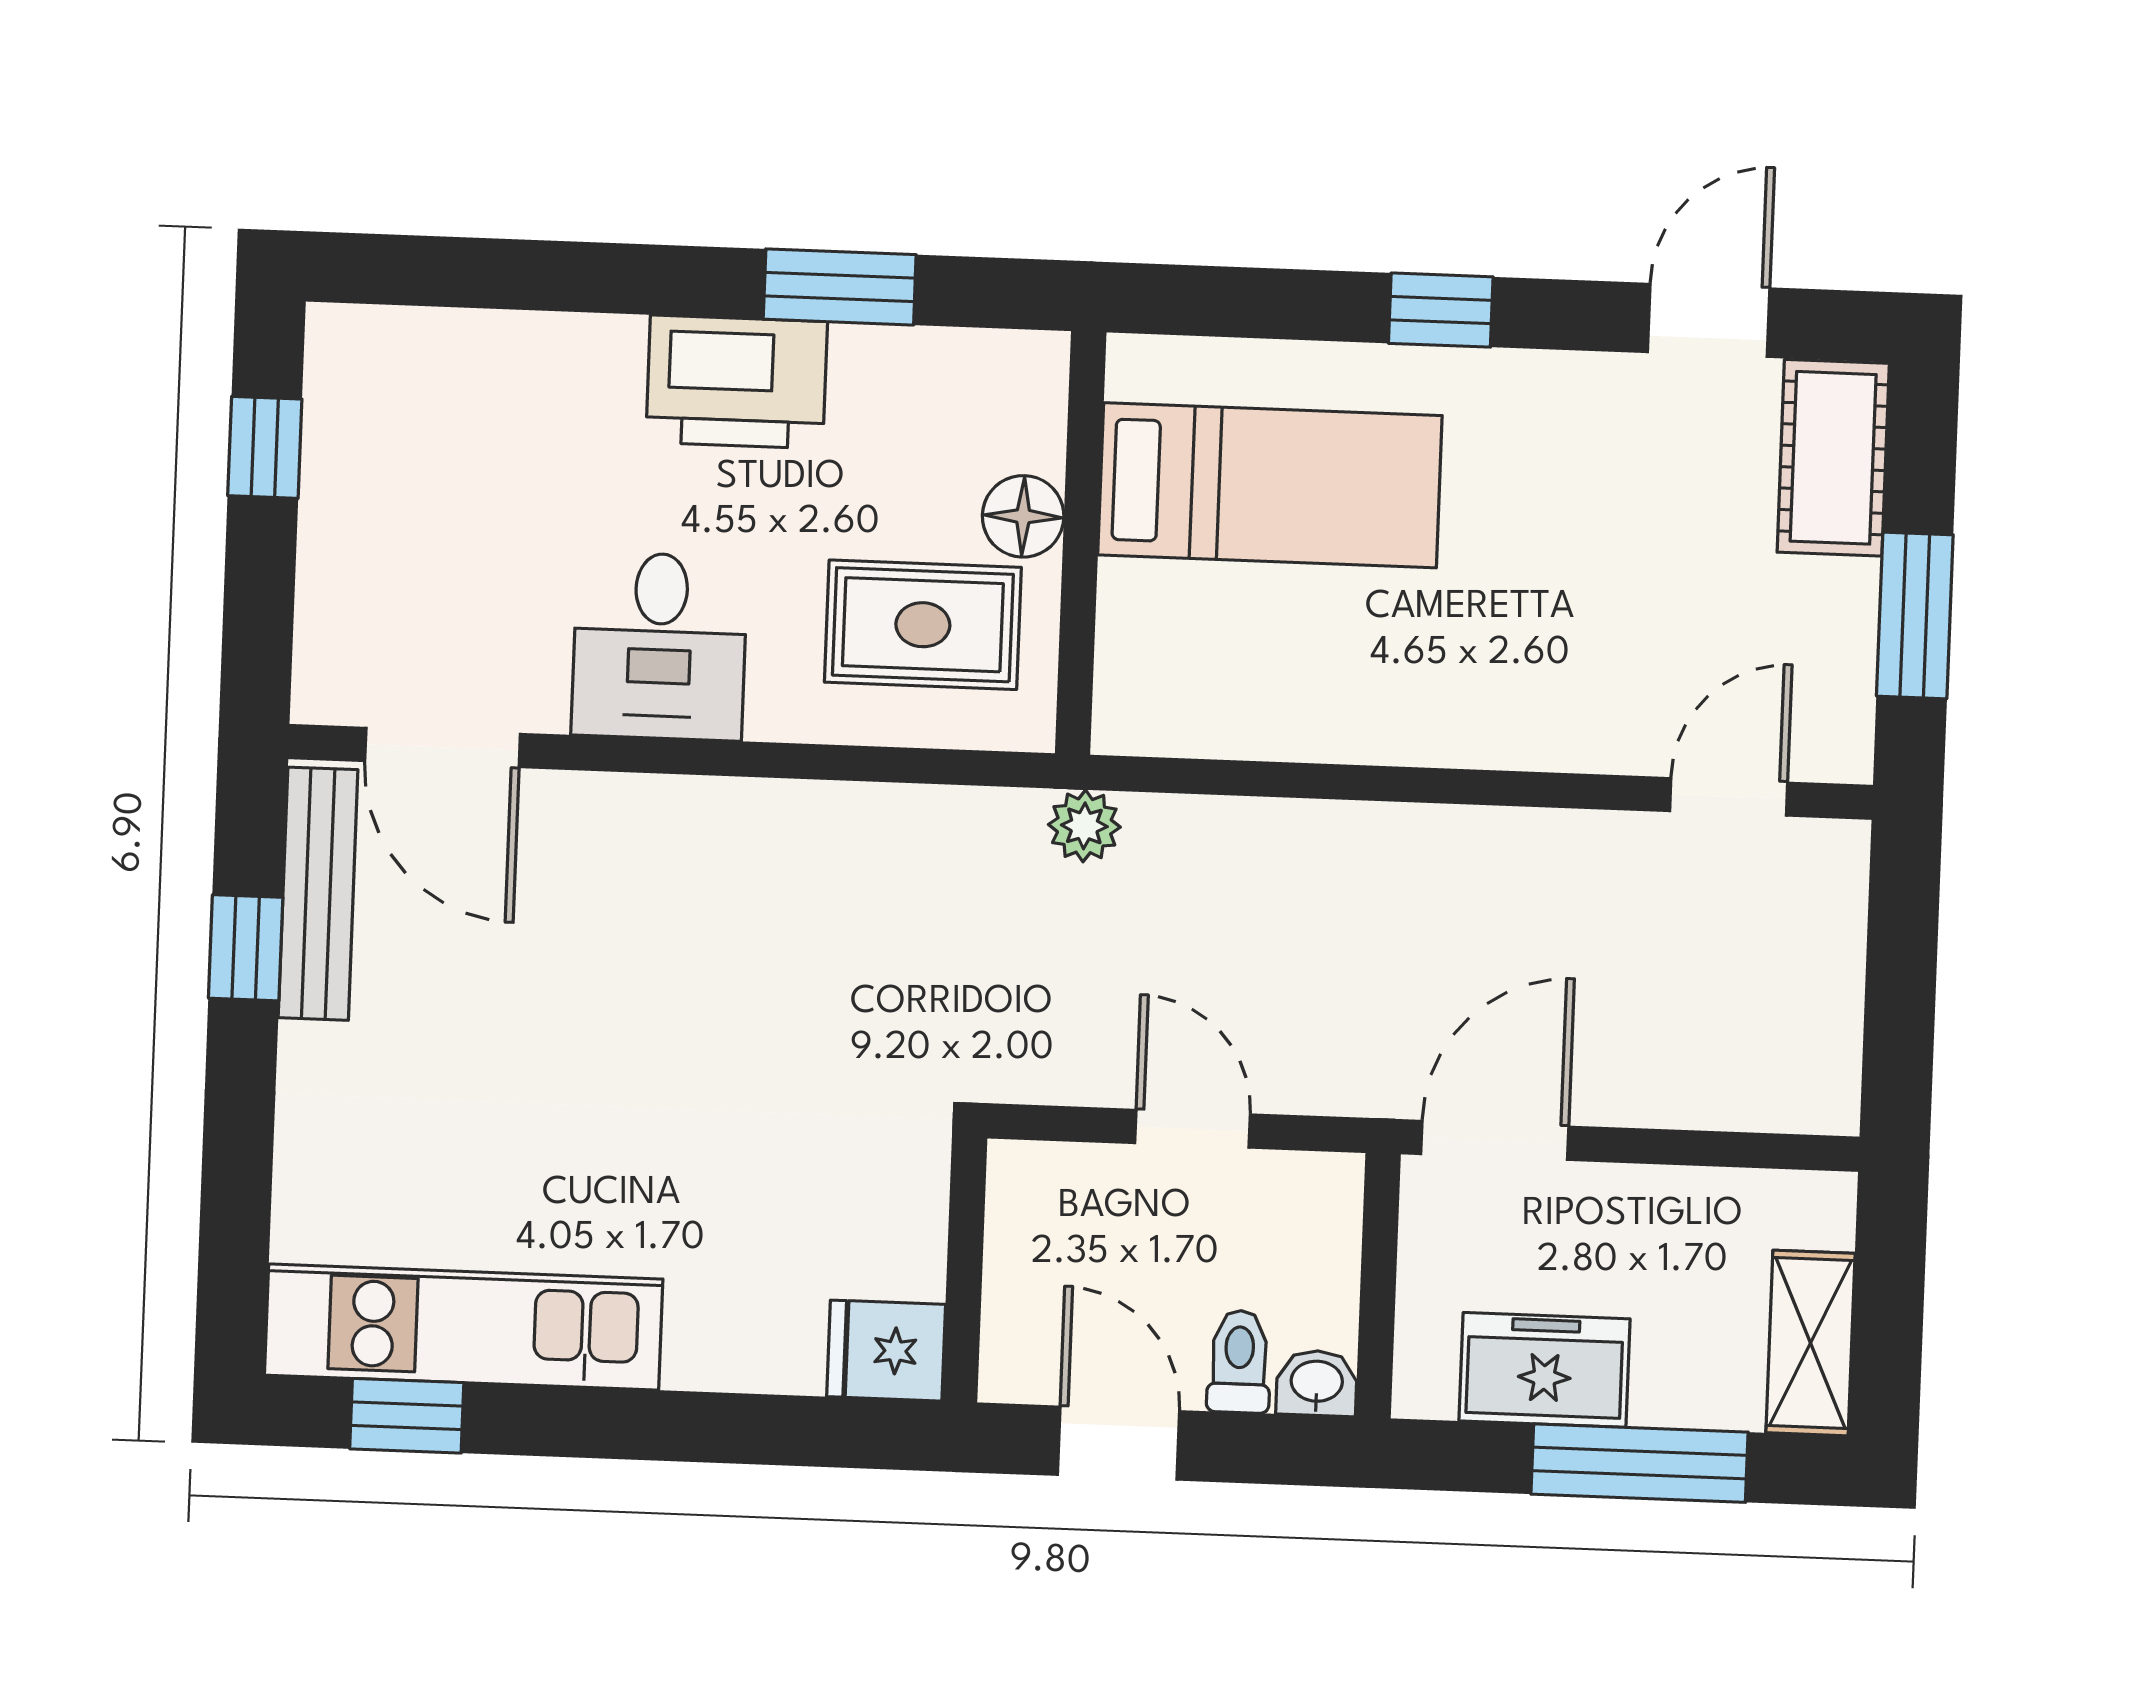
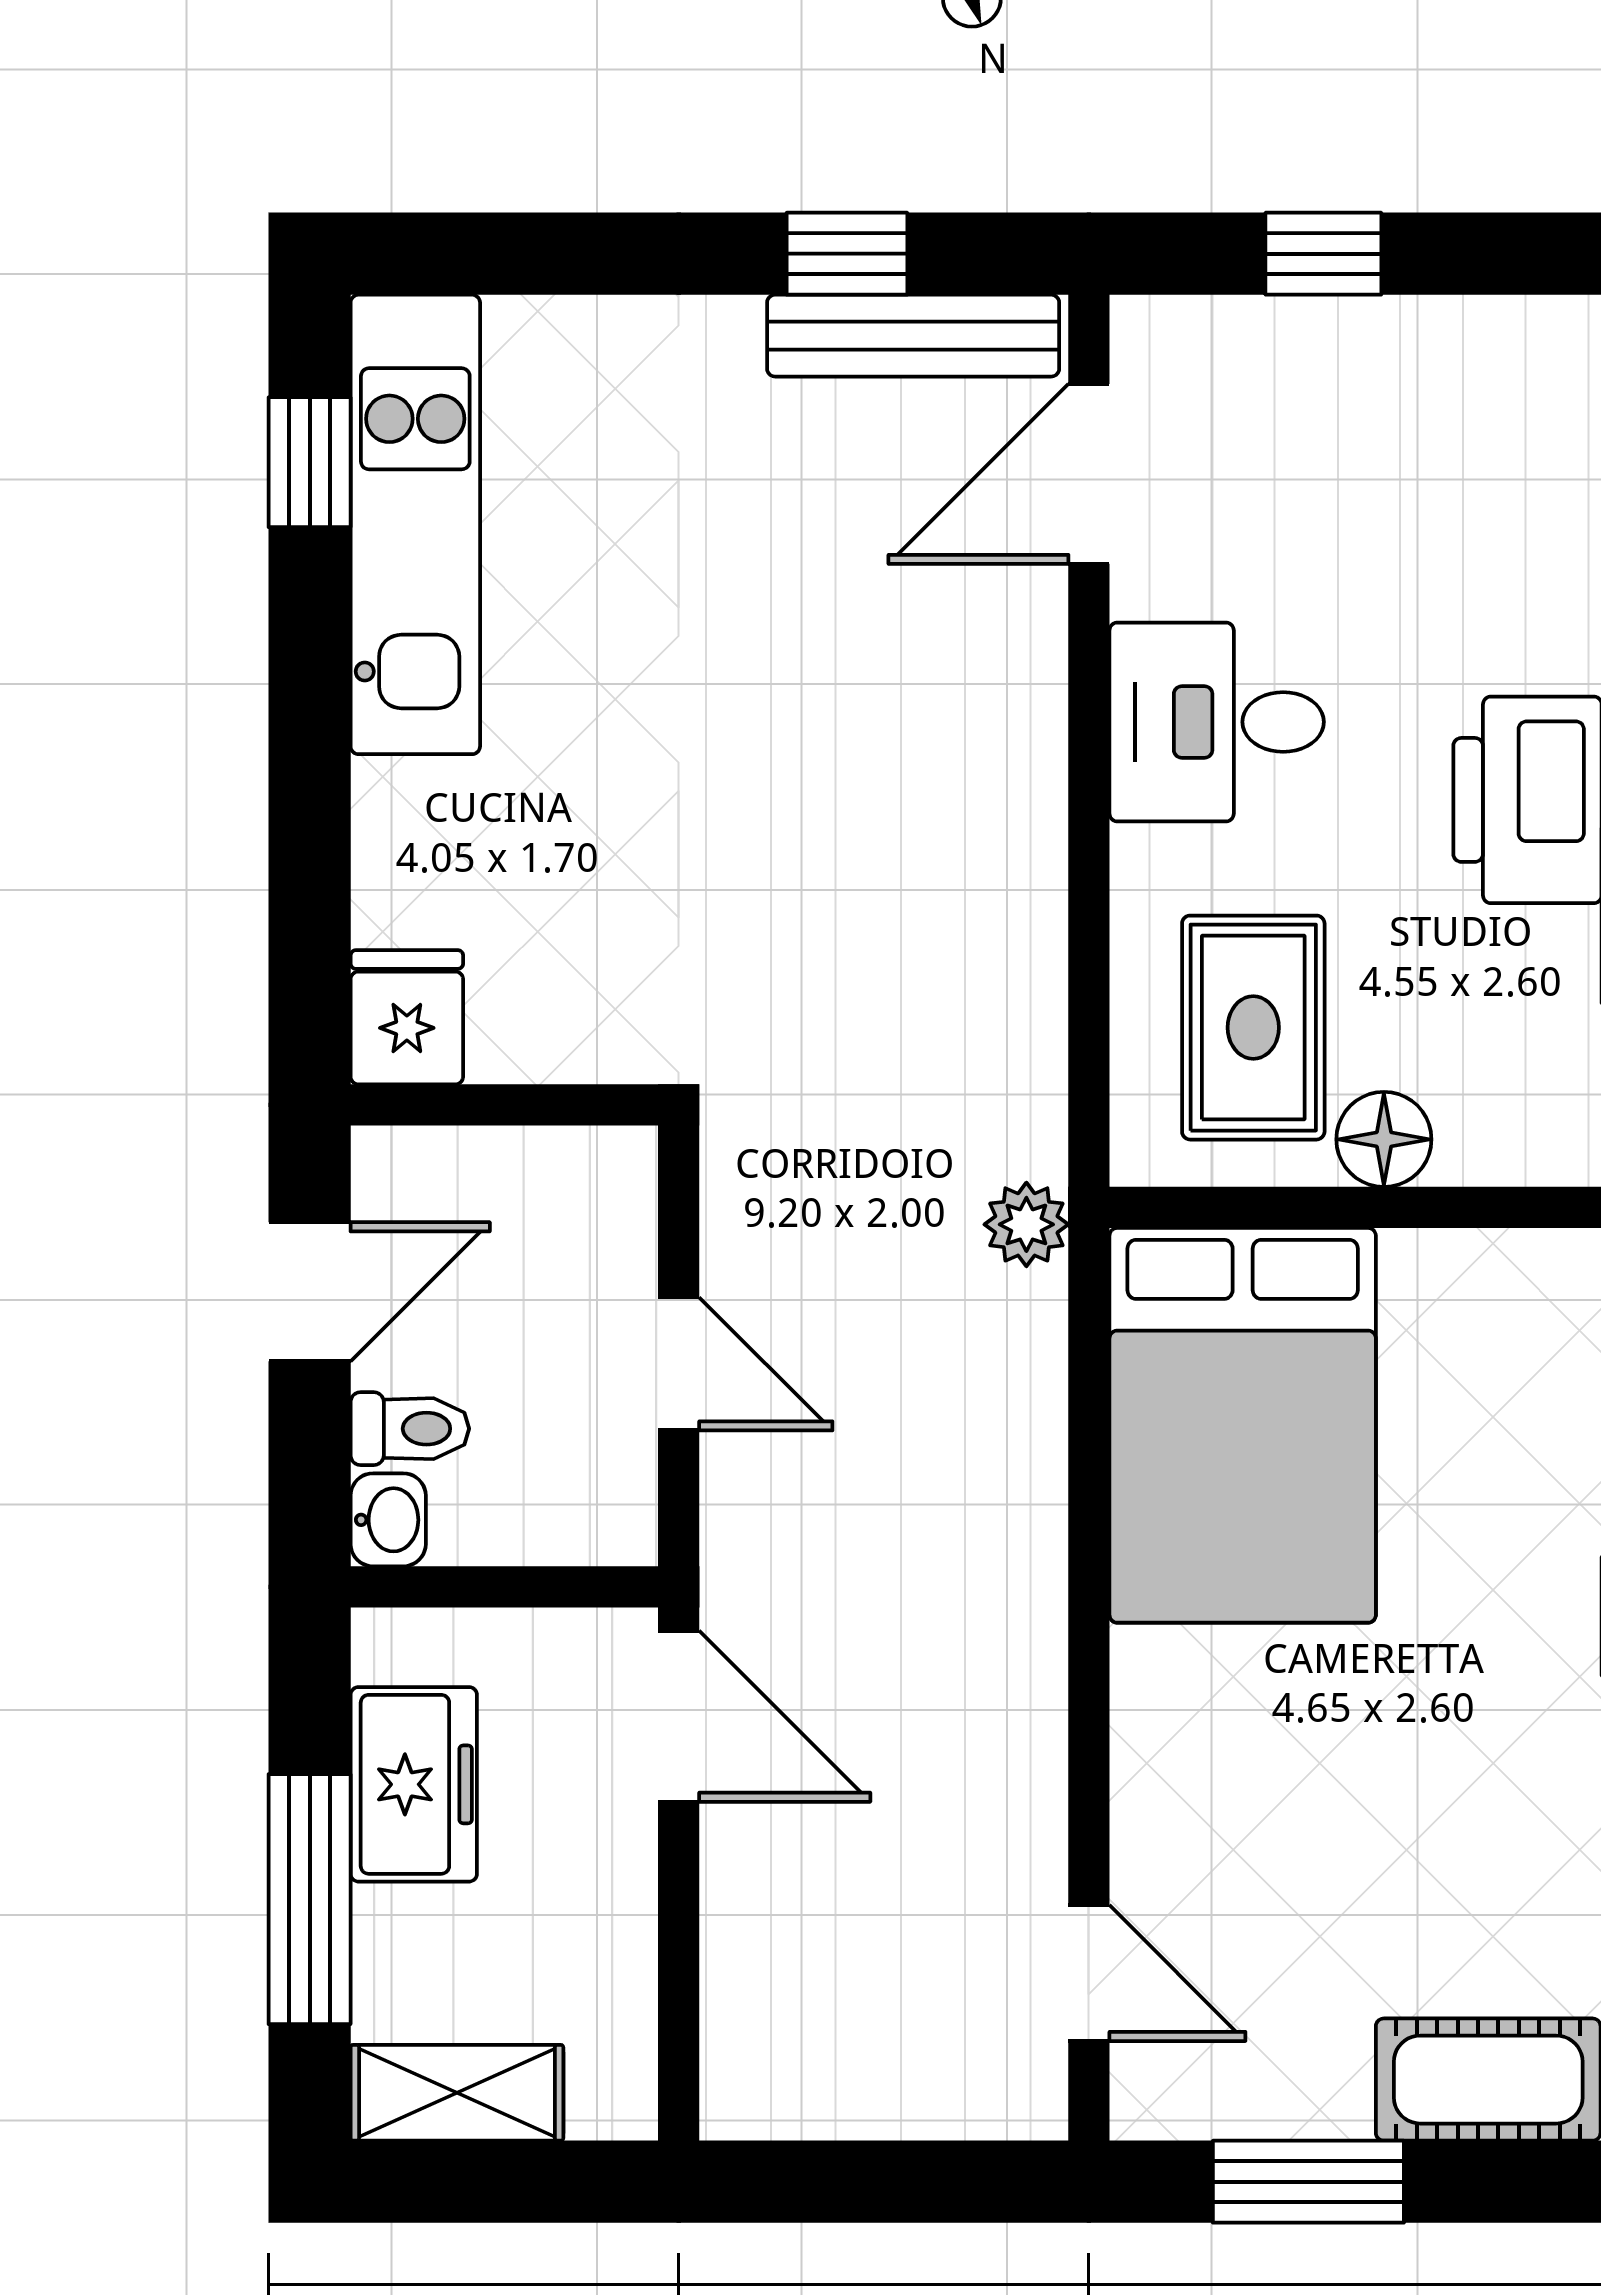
window: (265, 447) -> (1323, 254), moved
bed: (1270, 485) -> (1243, 1425), moved, width x1.50
door: (1192, 1129) -> (679, 1364), hinge flipped

